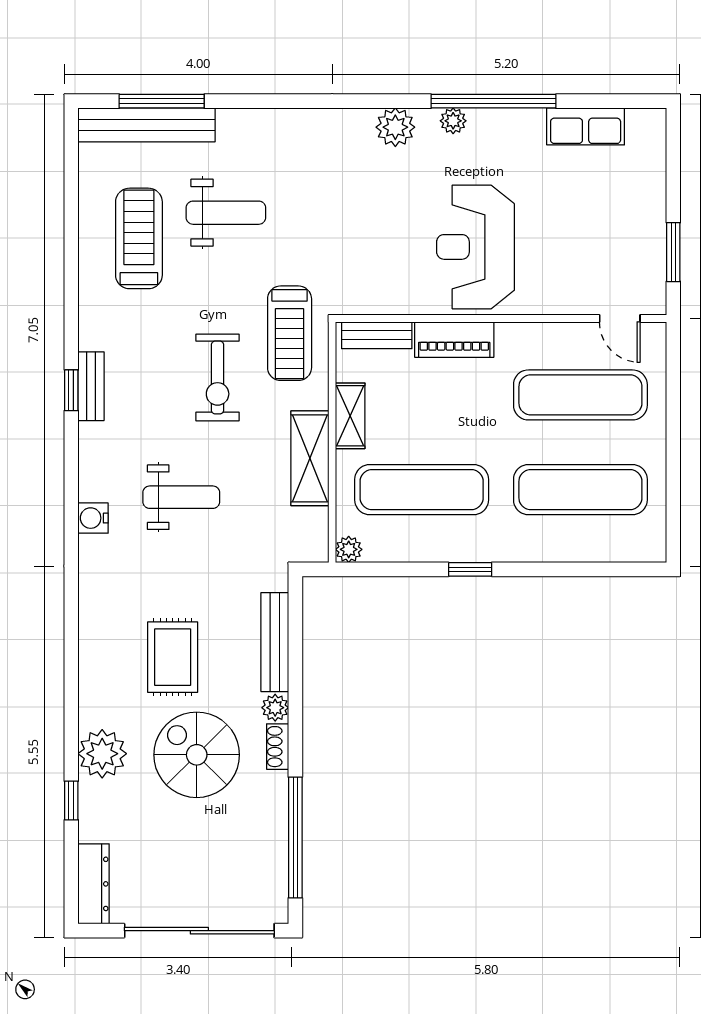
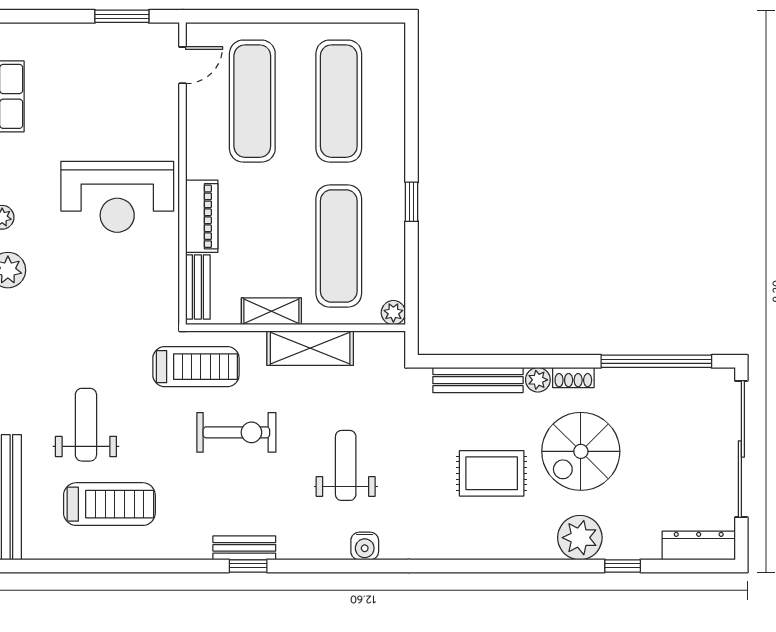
treadmill: (139, 238) -> (109, 504), turned 180

